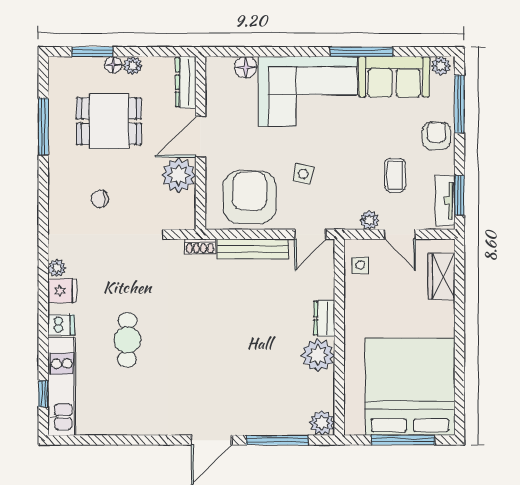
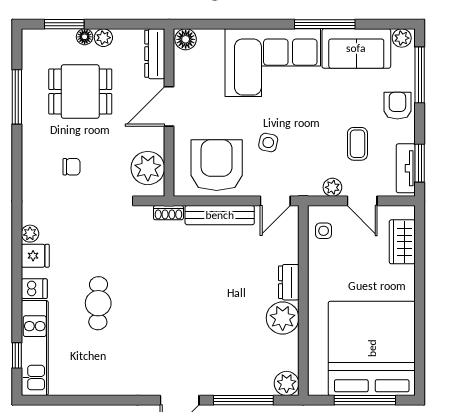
floor lamp: (246, 67) -> (186, 39), moved
plant: (179, 175) -> (148, 168), moved
chair: (100, 199) -> (72, 167), turned 180

